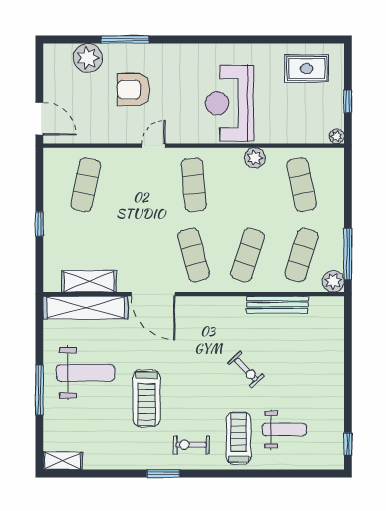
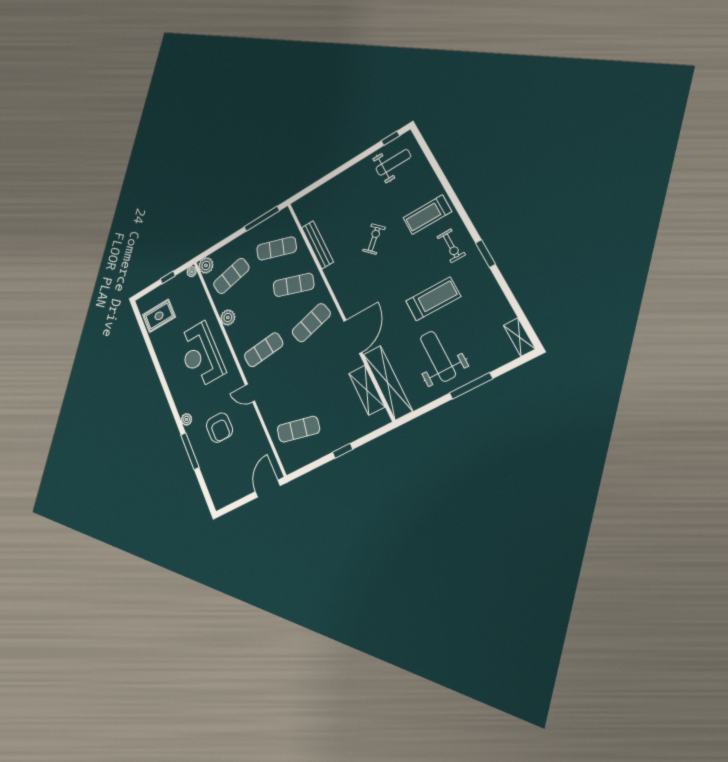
plant: (88, 58) -> (187, 419), moved, width x0.53, depth x0.53
rug: (307, 69) -> (159, 316), turned 90
reception desk: (230, 103) -> (201, 355), turned 90
plant: (333, 281) -> (206, 265), moved
weight bench: (284, 430) -> (393, 162), moved, turned 90

